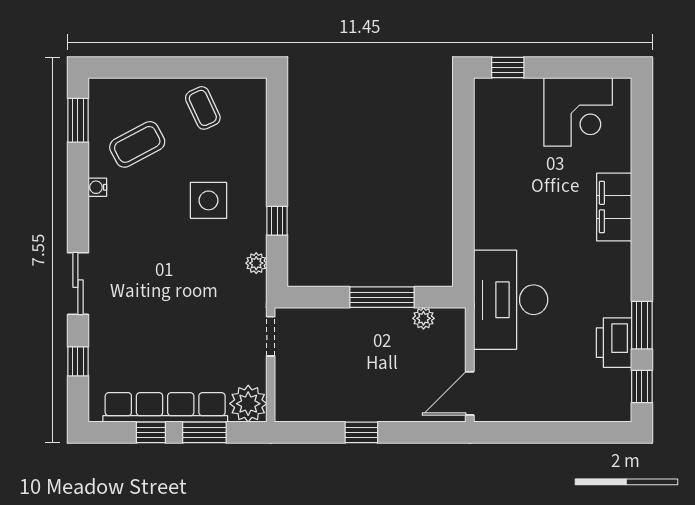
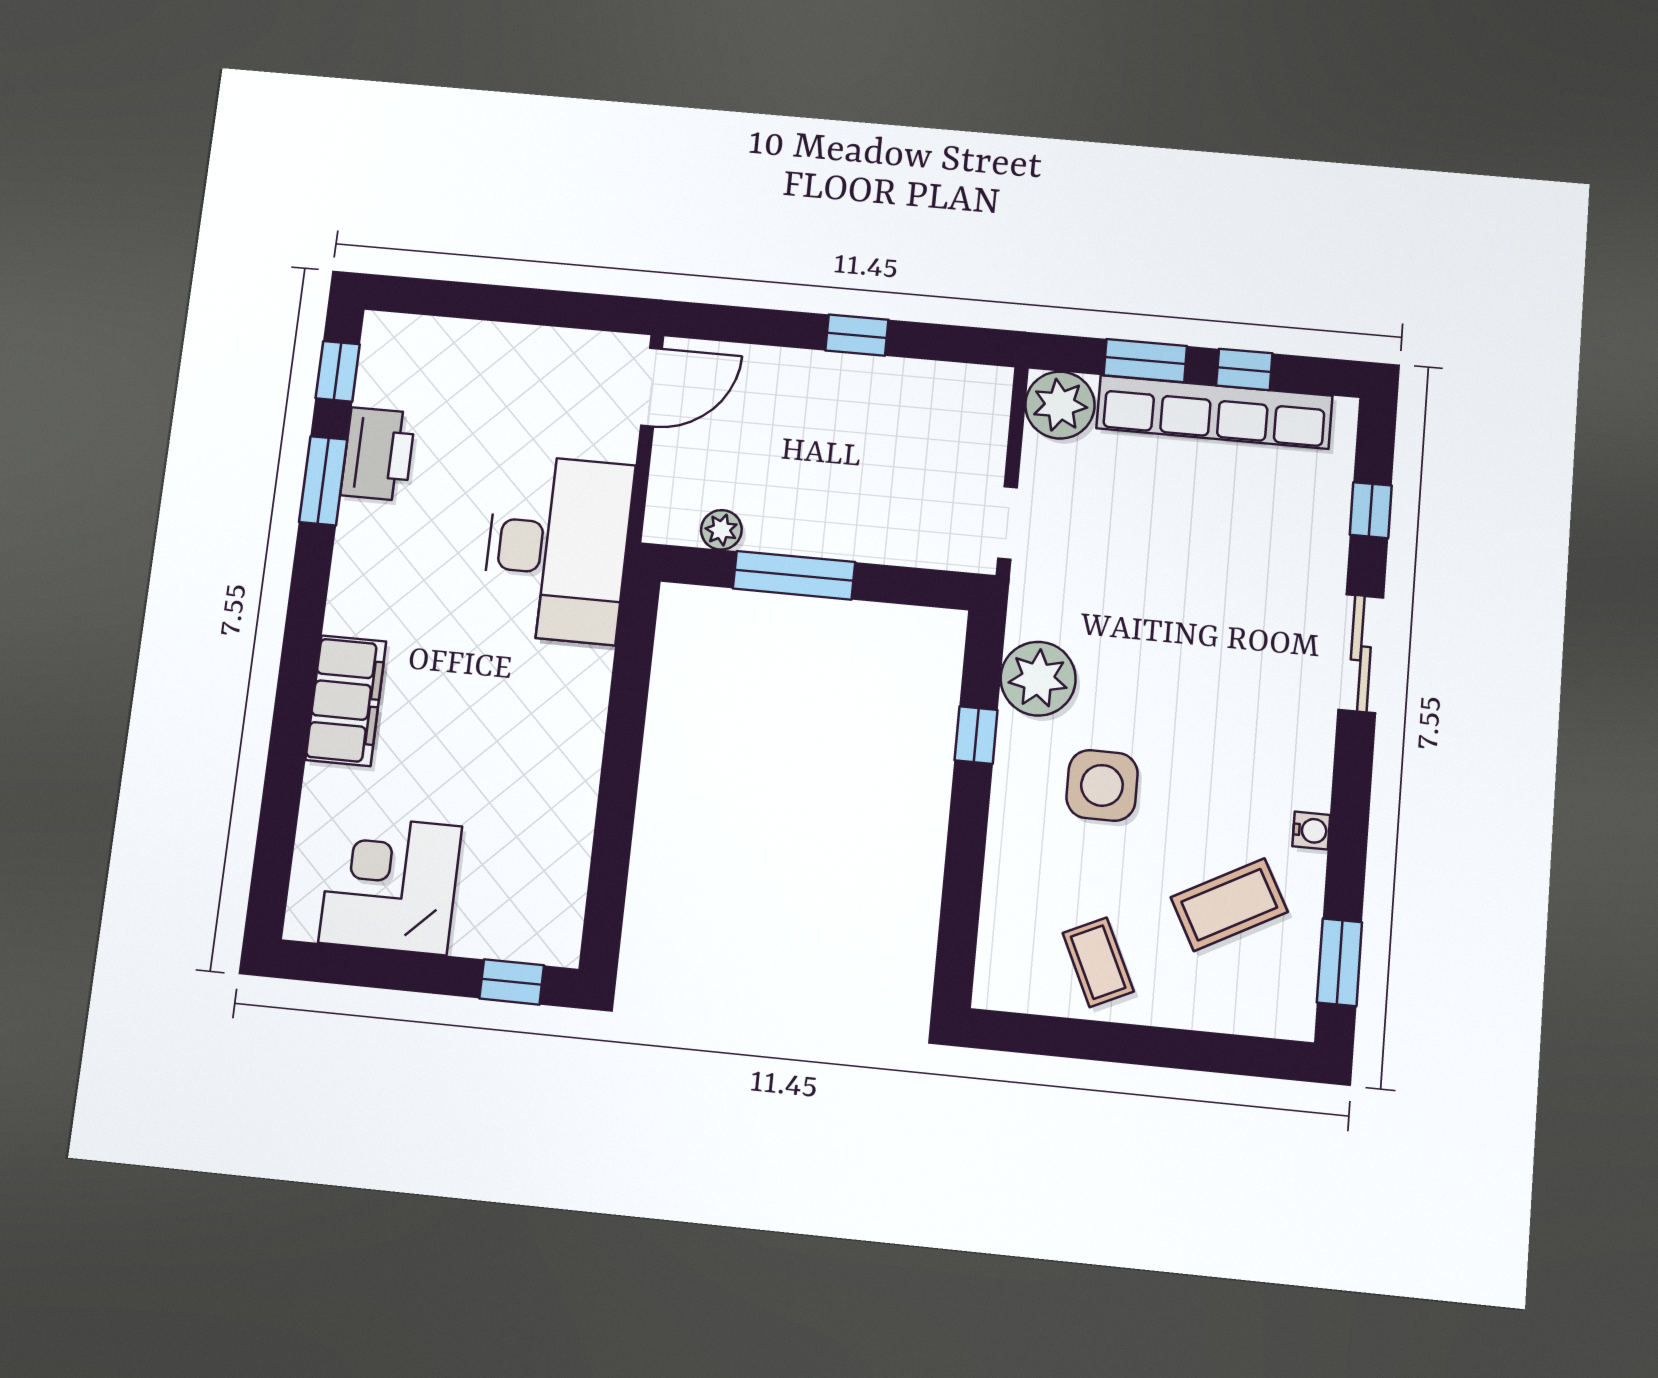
plant: (256, 263) -> (1038, 679), width x1.88, depth x1.88

